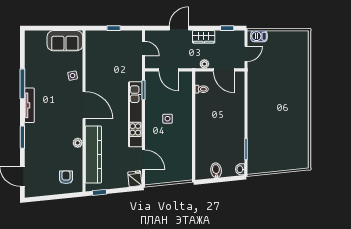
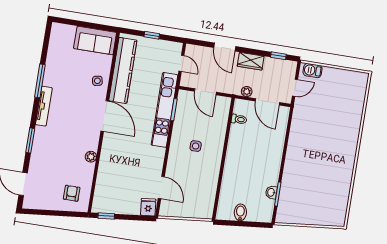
door: (179, 28) -> (225, 47), swing flipped
kitchen unit: (135, 114) -> (165, 110), moved
kitchen counter: (93, 154) -> (123, 70), moved
washbasin: (240, 169) -> (271, 192), moved

